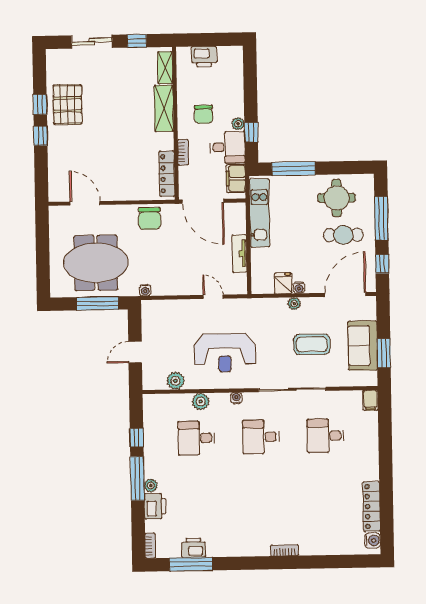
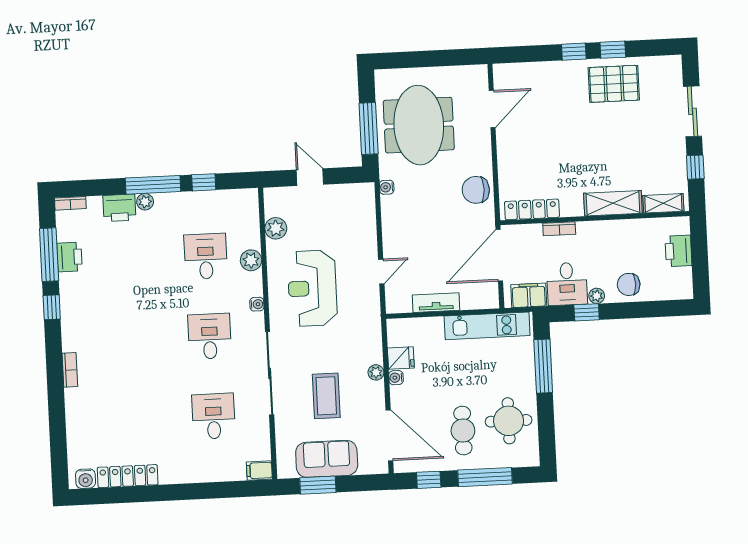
chair: (203, 114) -> (629, 284), moved
window: (234, 563) -> (52, 307), added

